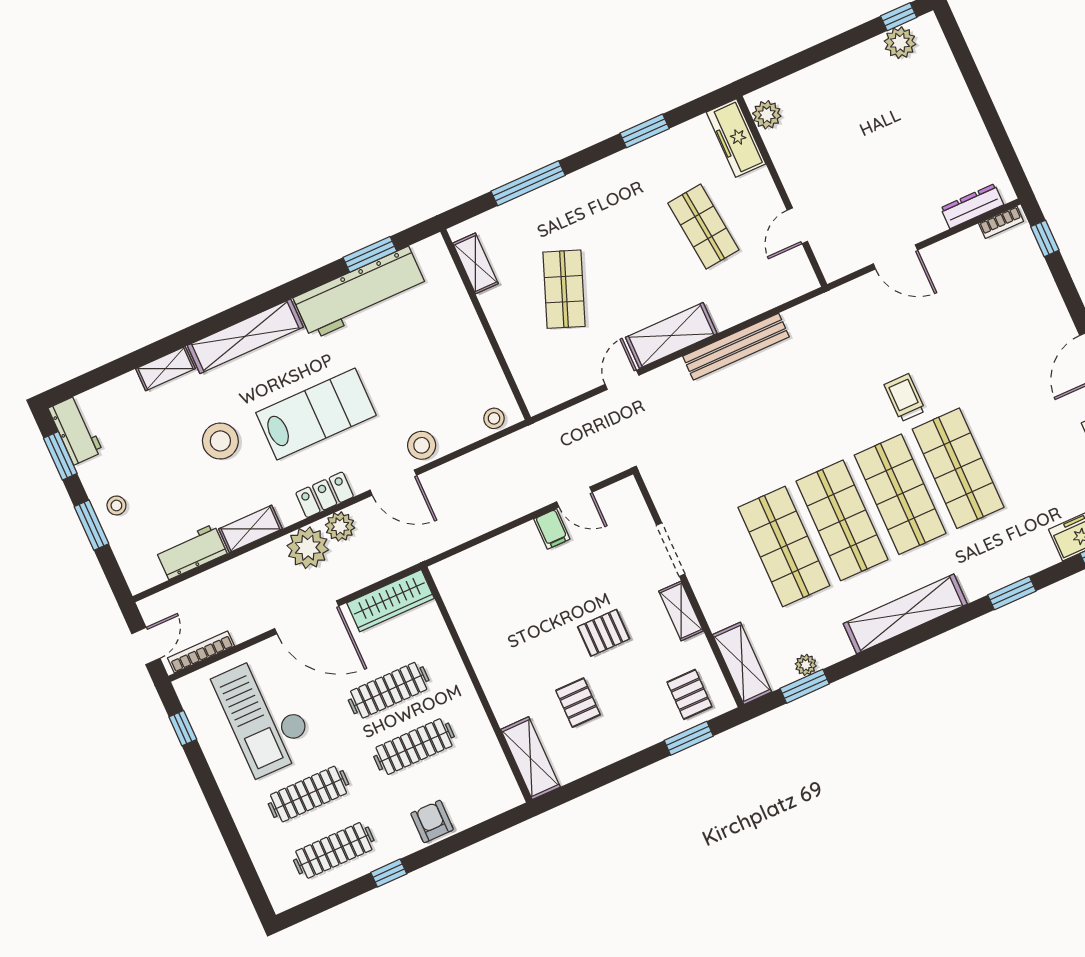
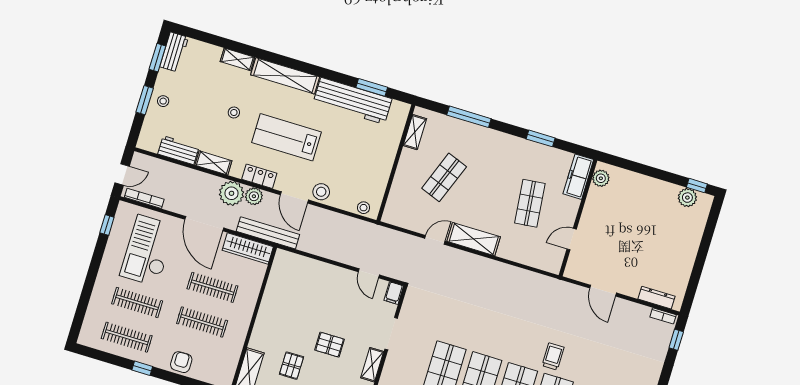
bench: (736, 347) -> (268, 233), moved
lab bench: (316, 414) -> (286, 137), turned 180
stool: (220, 441) -> (234, 113), width x0.53, depth x0.53
filing cabinet: (552, 529) -> (394, 293), moved

